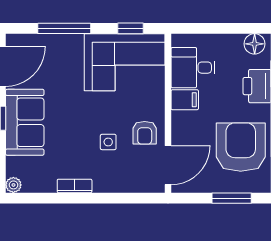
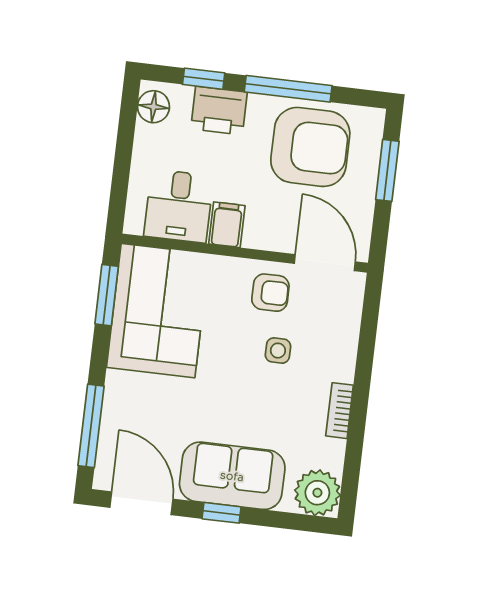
window: (64, 28) -> (91, 426), moved
window: (131, 28) -> (107, 295), width x1.50
armchair: (241, 147) -> (310, 147), turned 180
plant: (13, 185) -> (317, 493), width x1.87, depth x1.87

